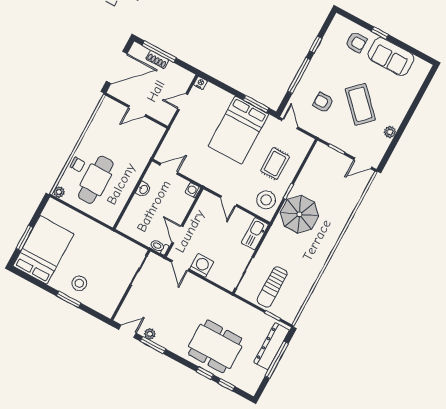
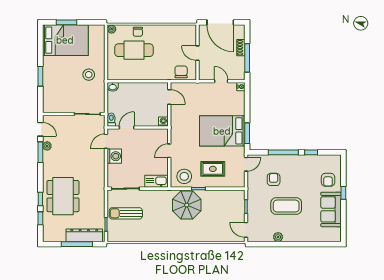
window: (159, 52) -> (247, 58), moved
coffee table: (360, 104) -> (286, 206), turned 44
chair: (148, 141) -> (181, 72), added
washbasin: (143, 189) -> (113, 87), moved
stool: (79, 283) -> (89, 75), moved

